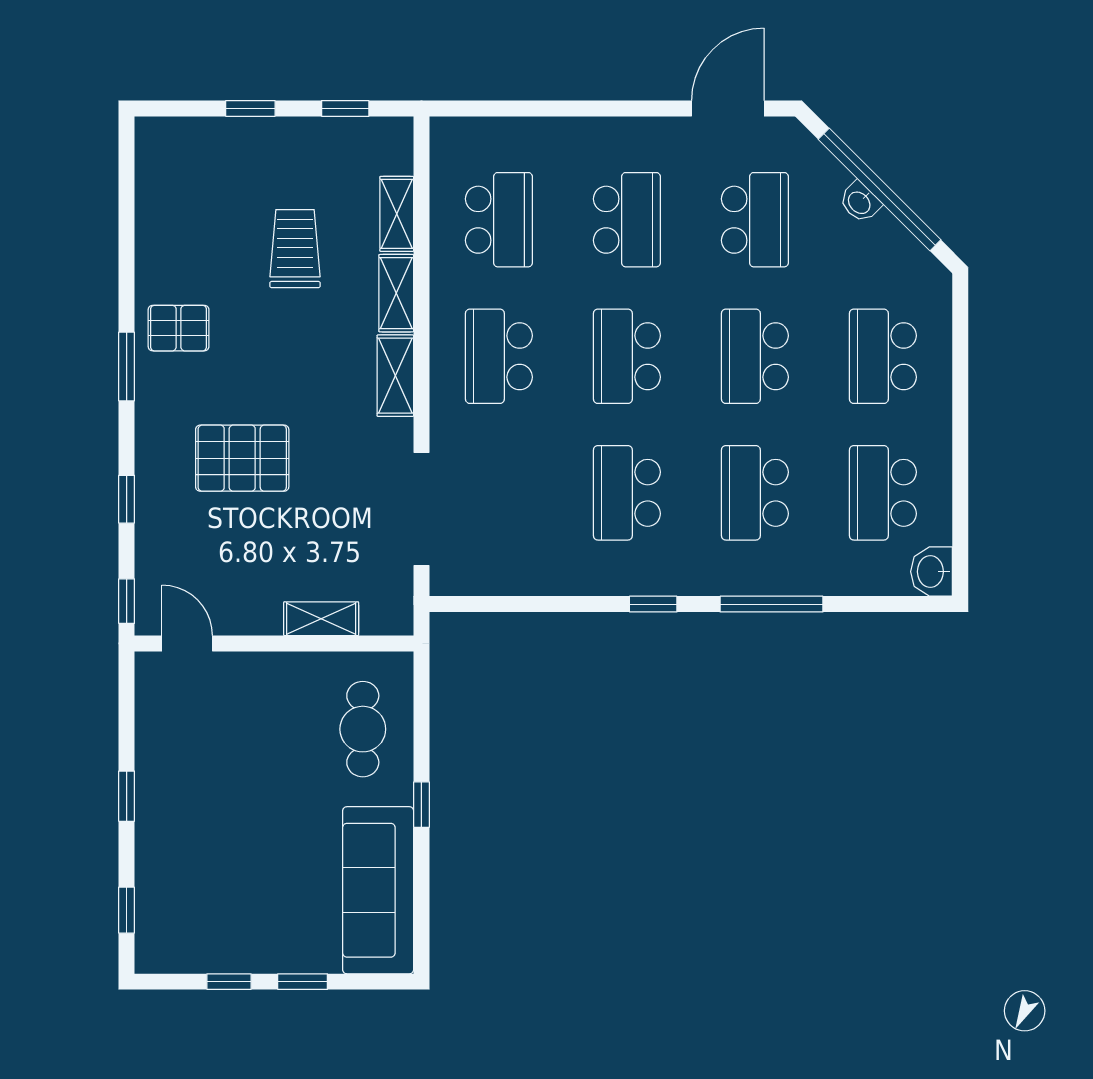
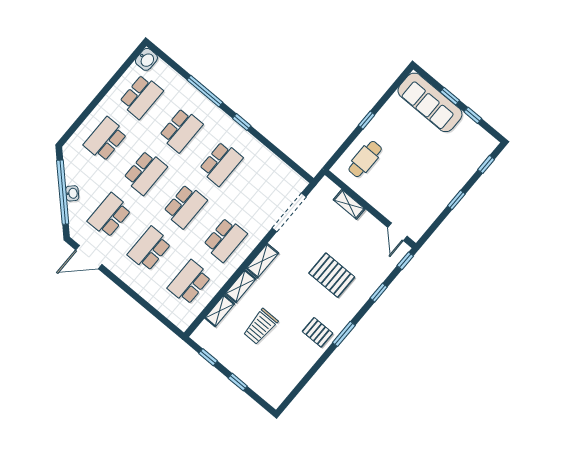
school desk: (883, 356) -> (105, 139), turned 180
sofa: (378, 890) -> (430, 102), moved, turned 90

